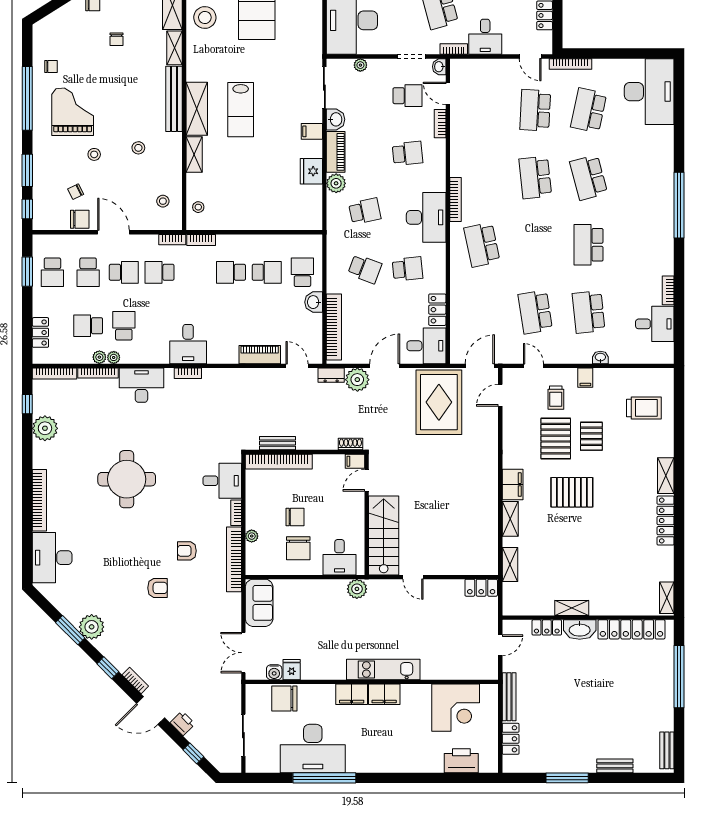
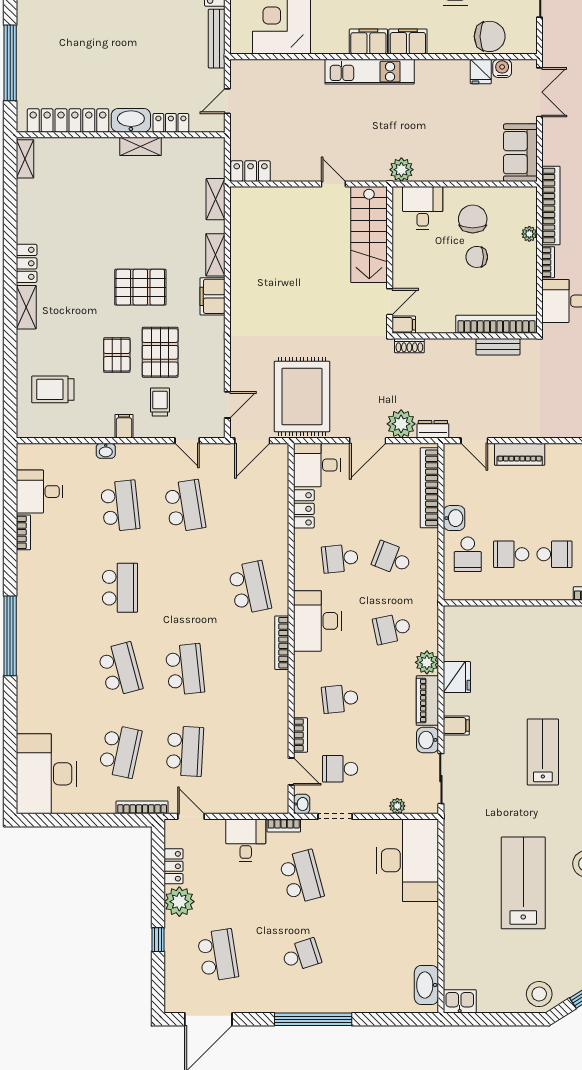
locker: (666, 521) -> (27, 263), width x0.66

